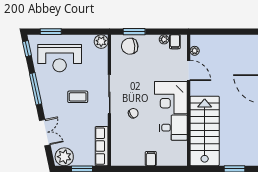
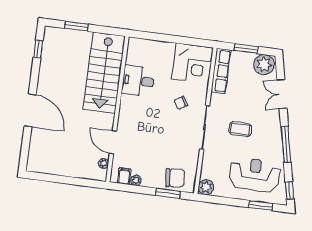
corner desk: (171, 98) -> (192, 63), moved, turned 90
filing cabinet: (151, 159) -> (168, 50), removed

